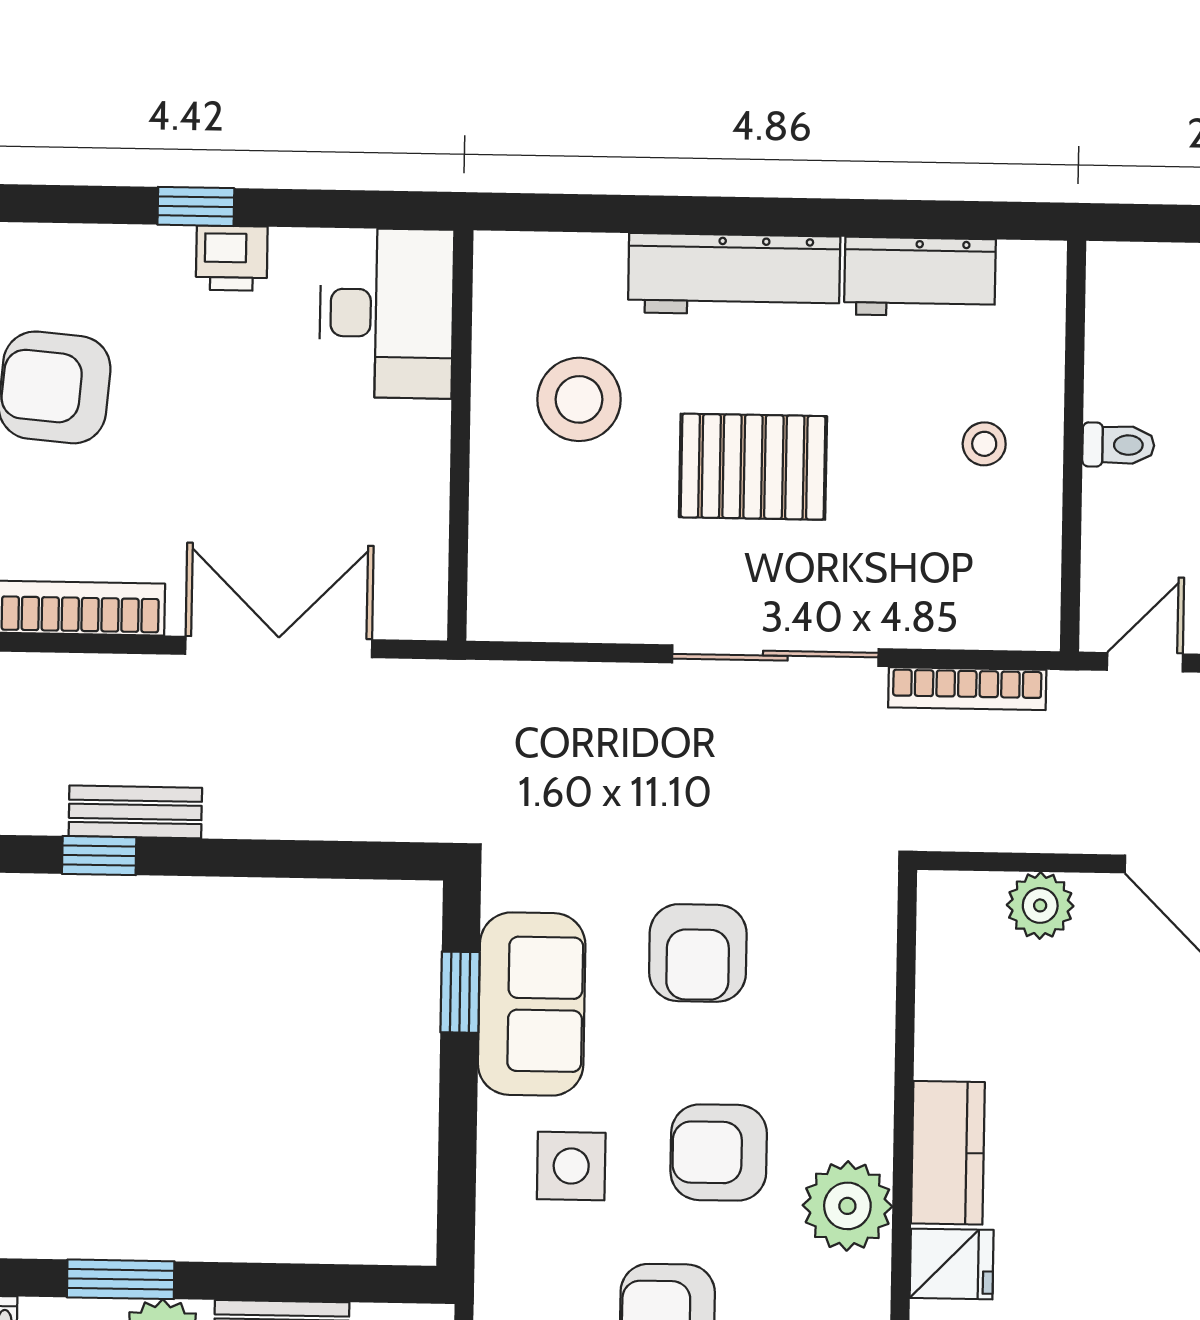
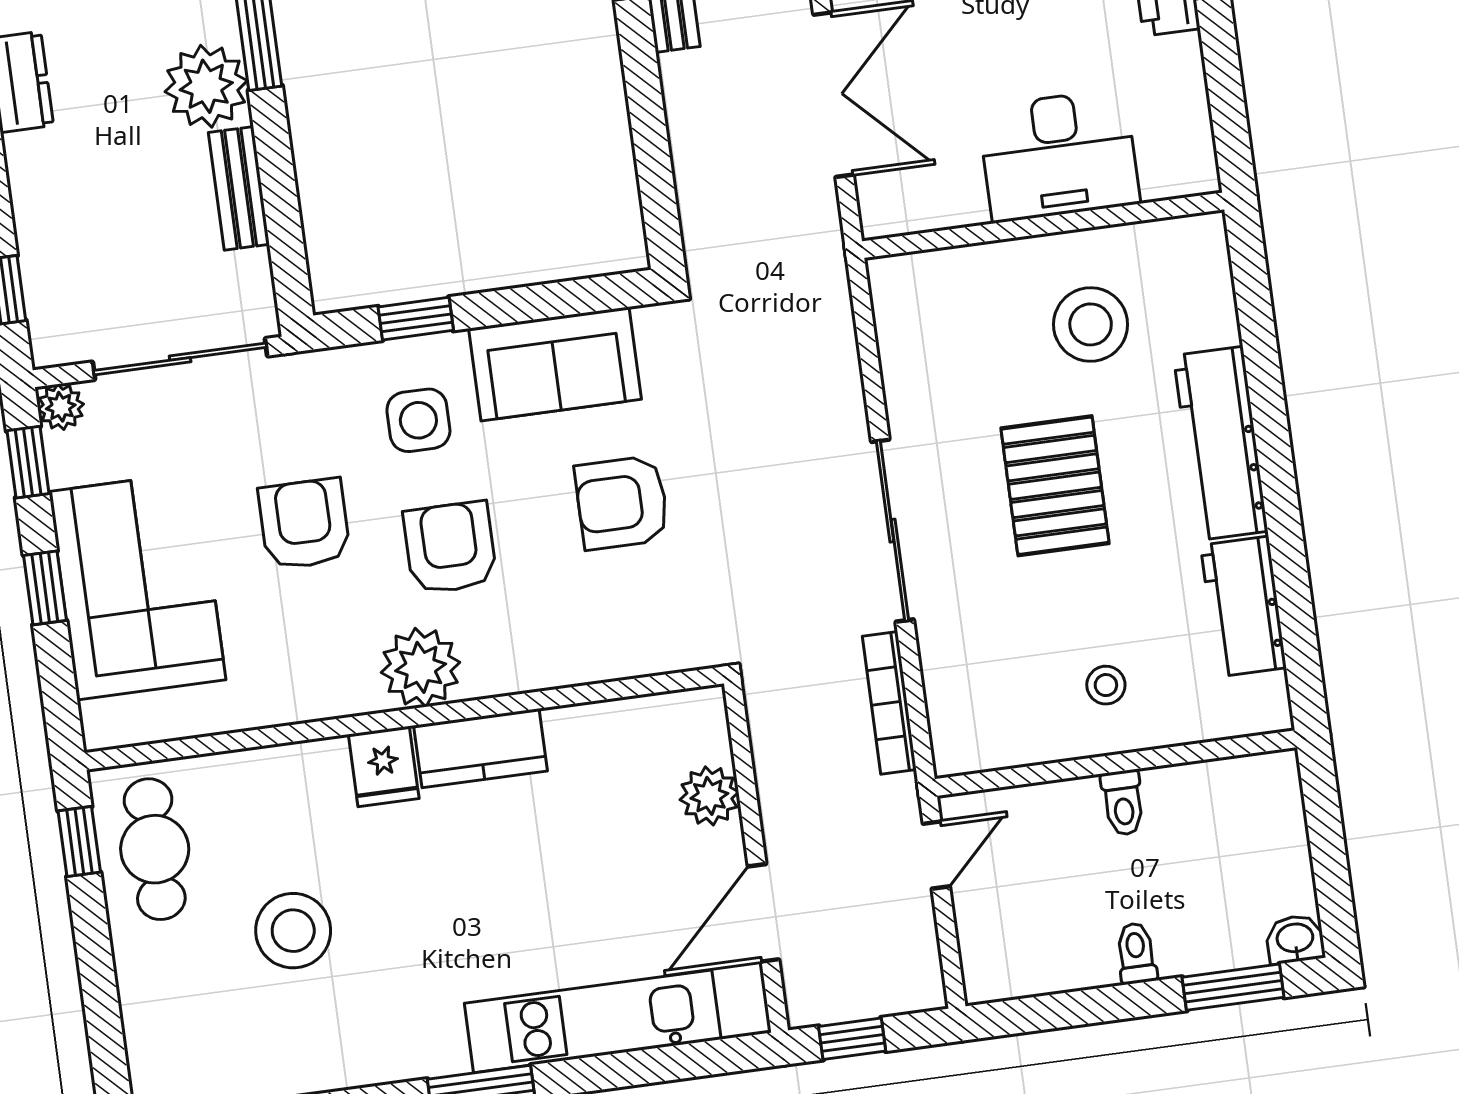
desk: (387, 313) -> (1059, 155), moved
door: (1145, 662) -> (936, 855), hinge flipped
window: (460, 992) -> (416, 319), moved

